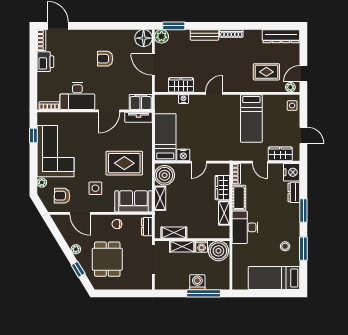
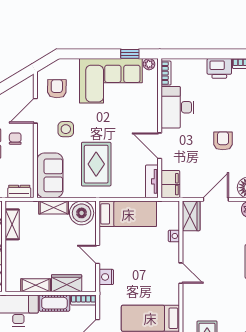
wardrobe: (181, 85) -> (191, 216), moved
nightstand: (183, 155) -> (106, 277), moved
plant: (42, 183) -> (149, 64), moved
chair: (117, 224) -> (15, 139), moved

